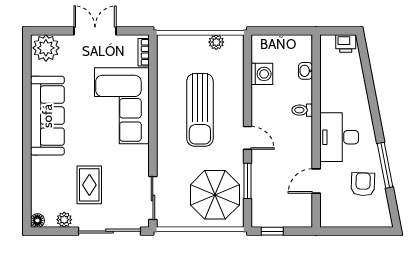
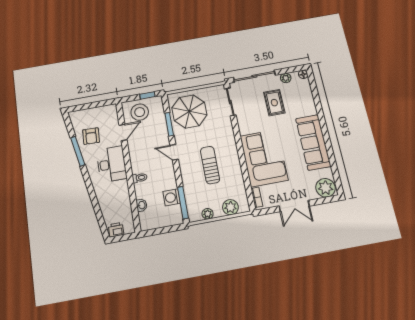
plant: (183, 45) -> (230, 207), added
window: (248, 64) -> (183, 203), added
sun lounger: (200, 110) -> (210, 165), width x0.73, depth x0.75
stool: (287, 207) -> (140, 112), added

